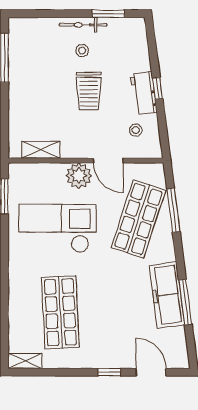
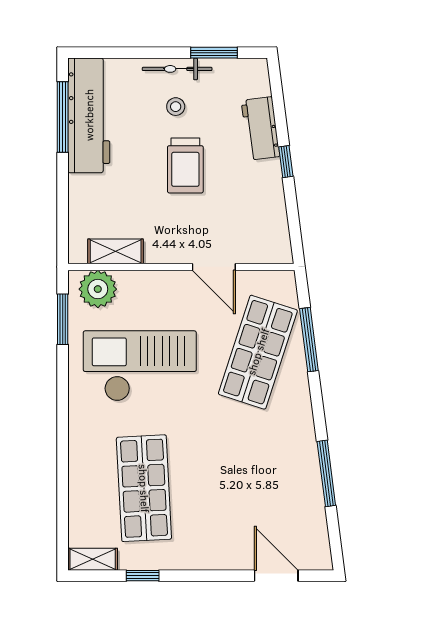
workbench: (22, 57) -> (89, 115), added
workbench: (144, 93) -> (260, 128), moved
stool: (136, 130) -> (254, 223), removed
plant: (79, 176) -> (98, 289), moved
freezer: (167, 295) -> (299, 463), removed
window: (109, 372) -> (143, 576), moved

